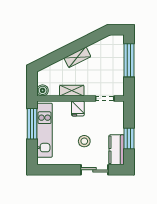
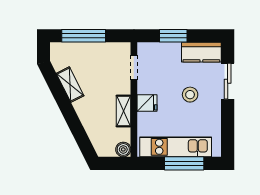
shelving: (77, 57) -> (70, 85), moved
window: (32, 124) -> (184, 163), moved
window: (129, 139) -> (173, 36), moved

